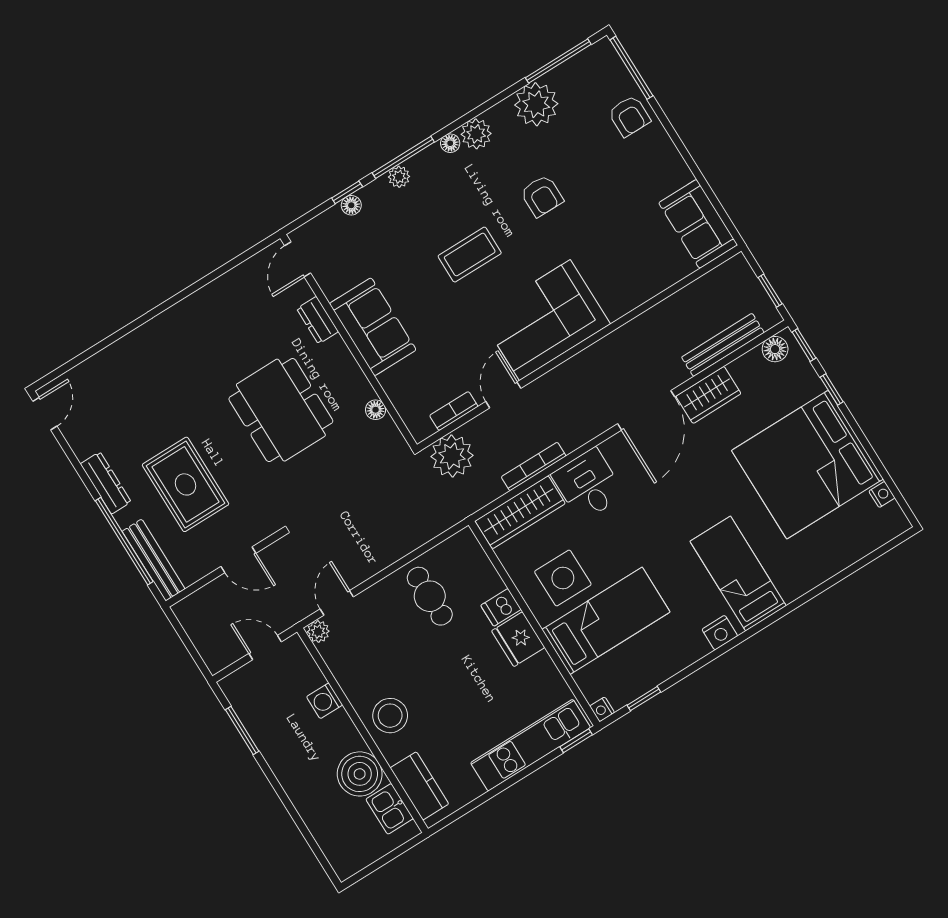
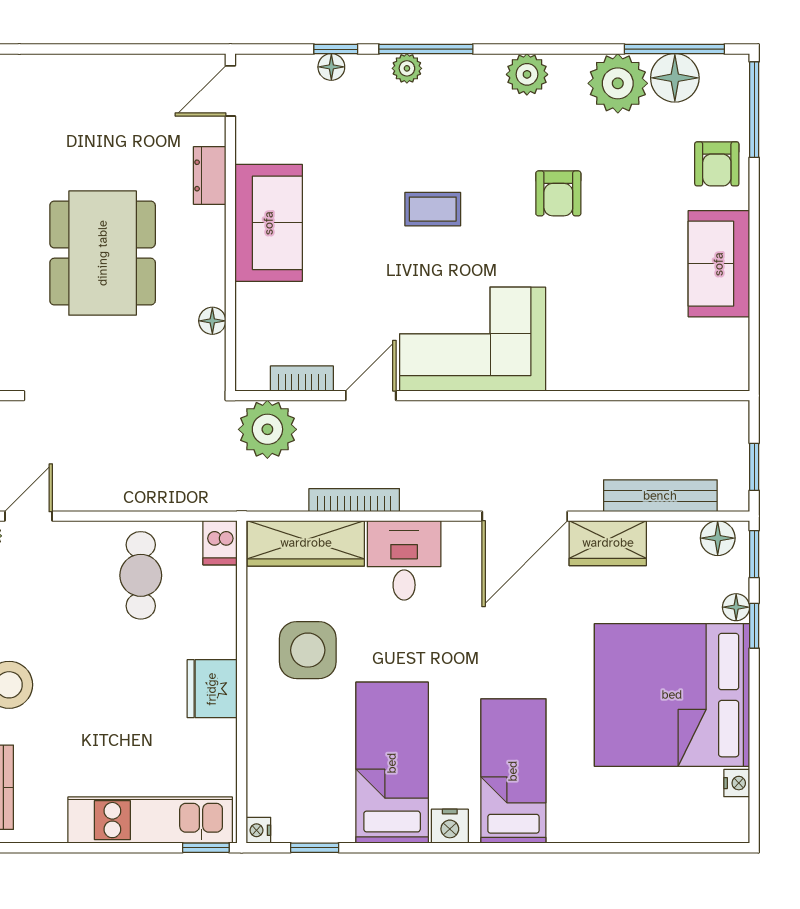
floor lamp: (450, 143) -> (675, 78), moved, width x1.89, depth x1.89
sofa: (698, 224) -> (719, 264), moved
coffee table: (470, 255) -> (433, 209), width x0.73, depth x0.77
floor lamp: (813, 385) -> (736, 607), added
dishwasher: (501, 607) -> (220, 543), moved, turned -90
bed: (606, 621) -> (392, 763), moved, turned -90

